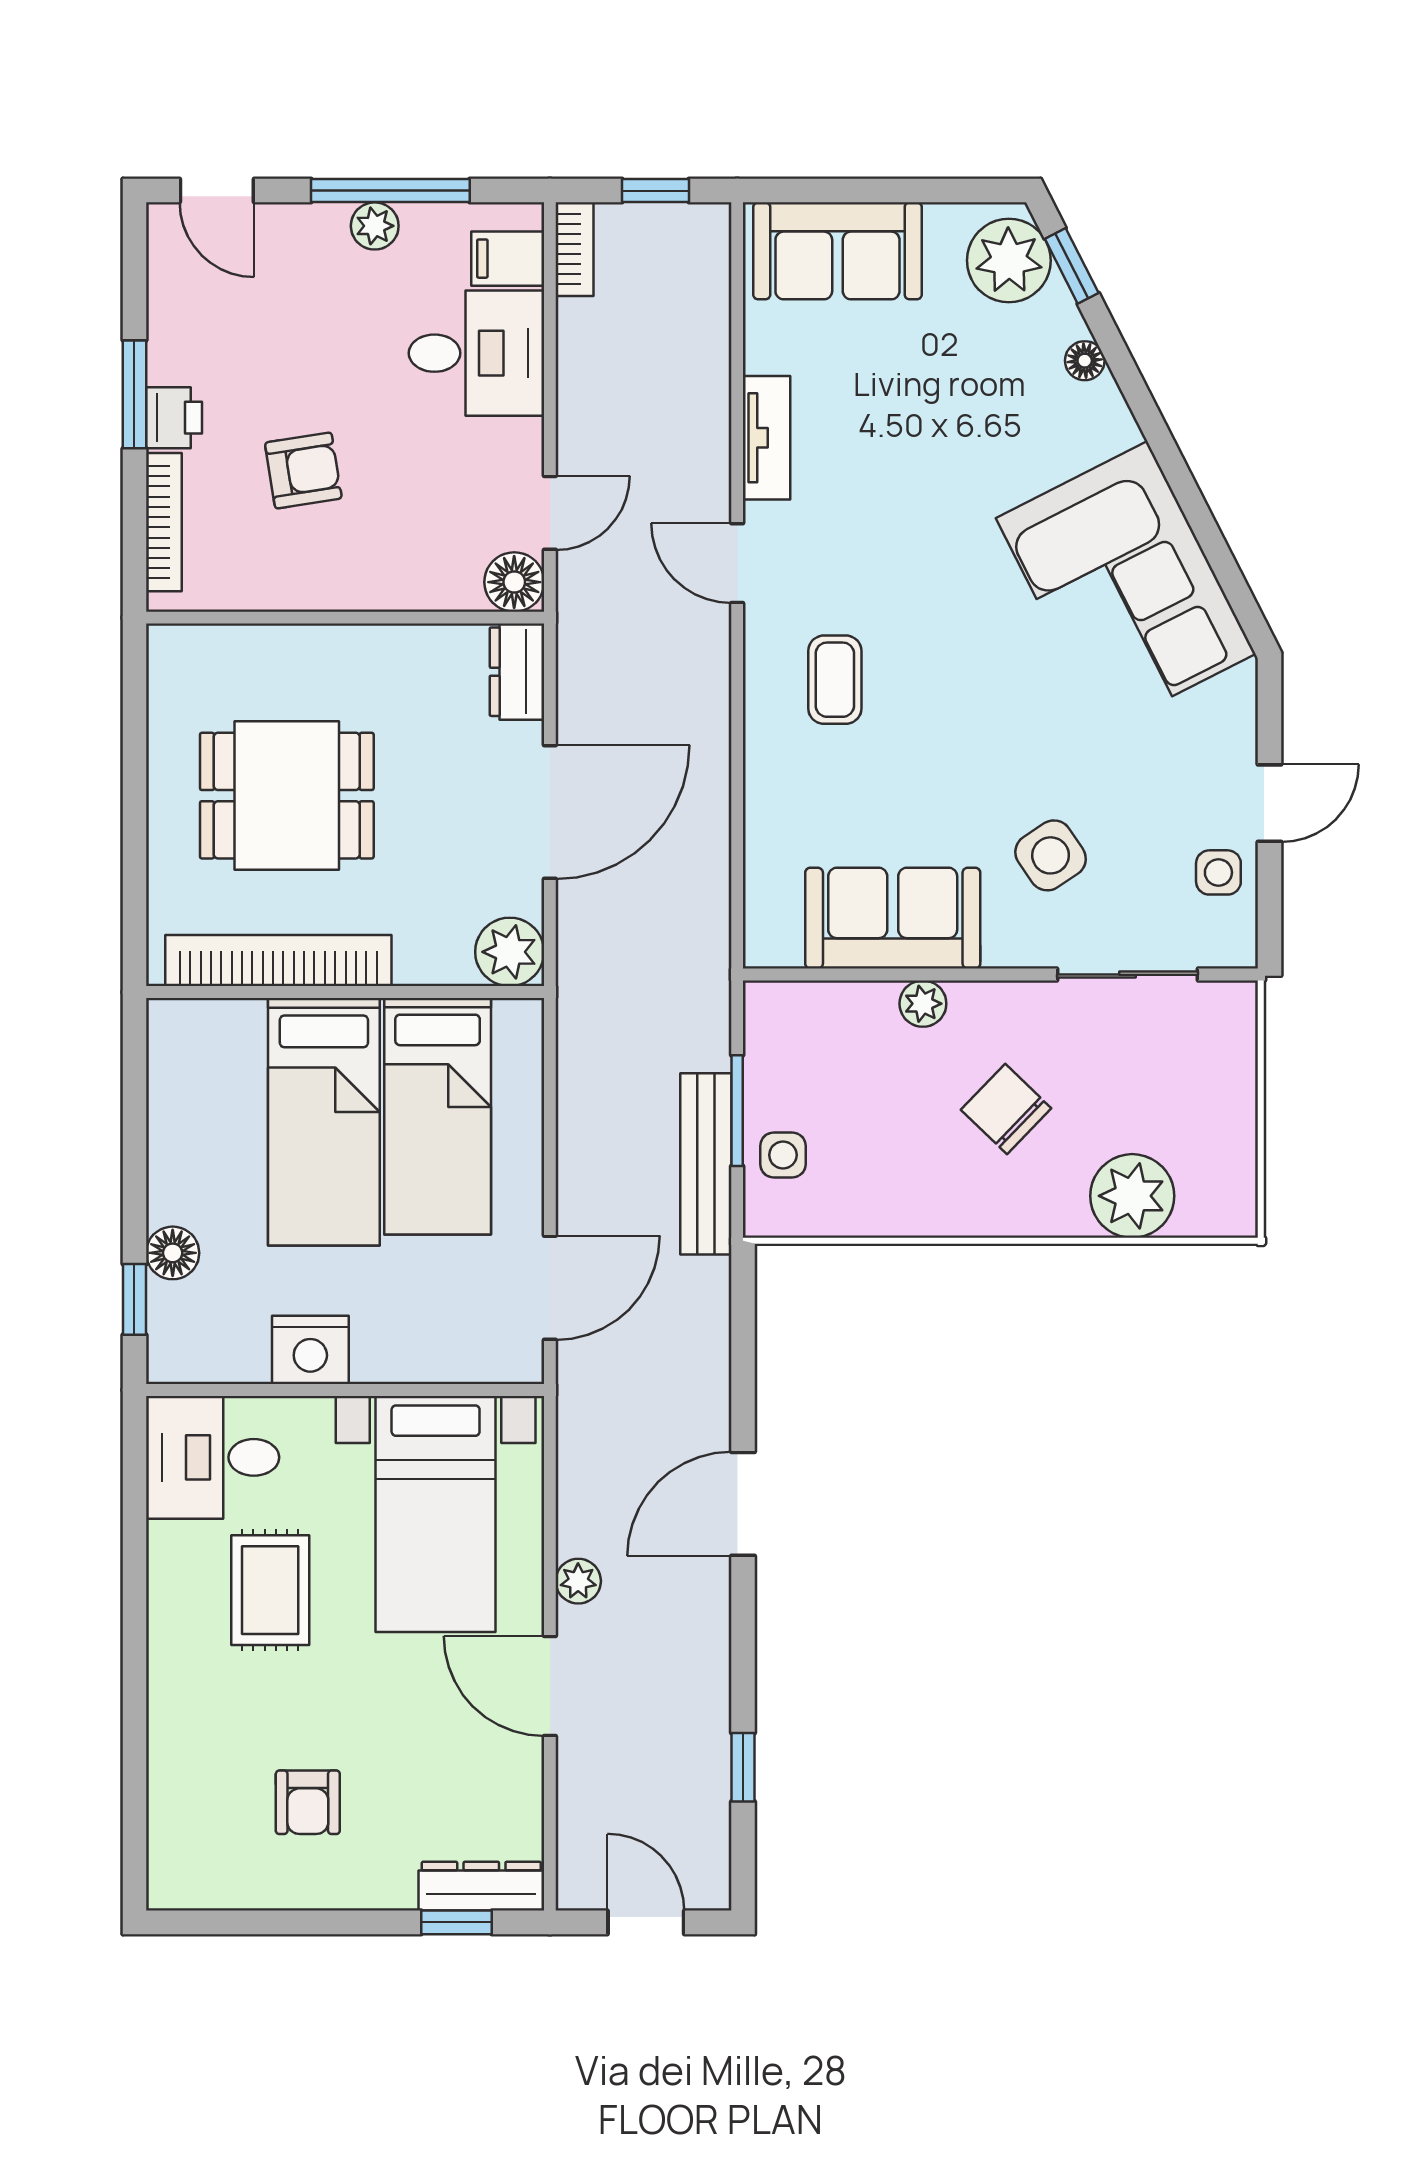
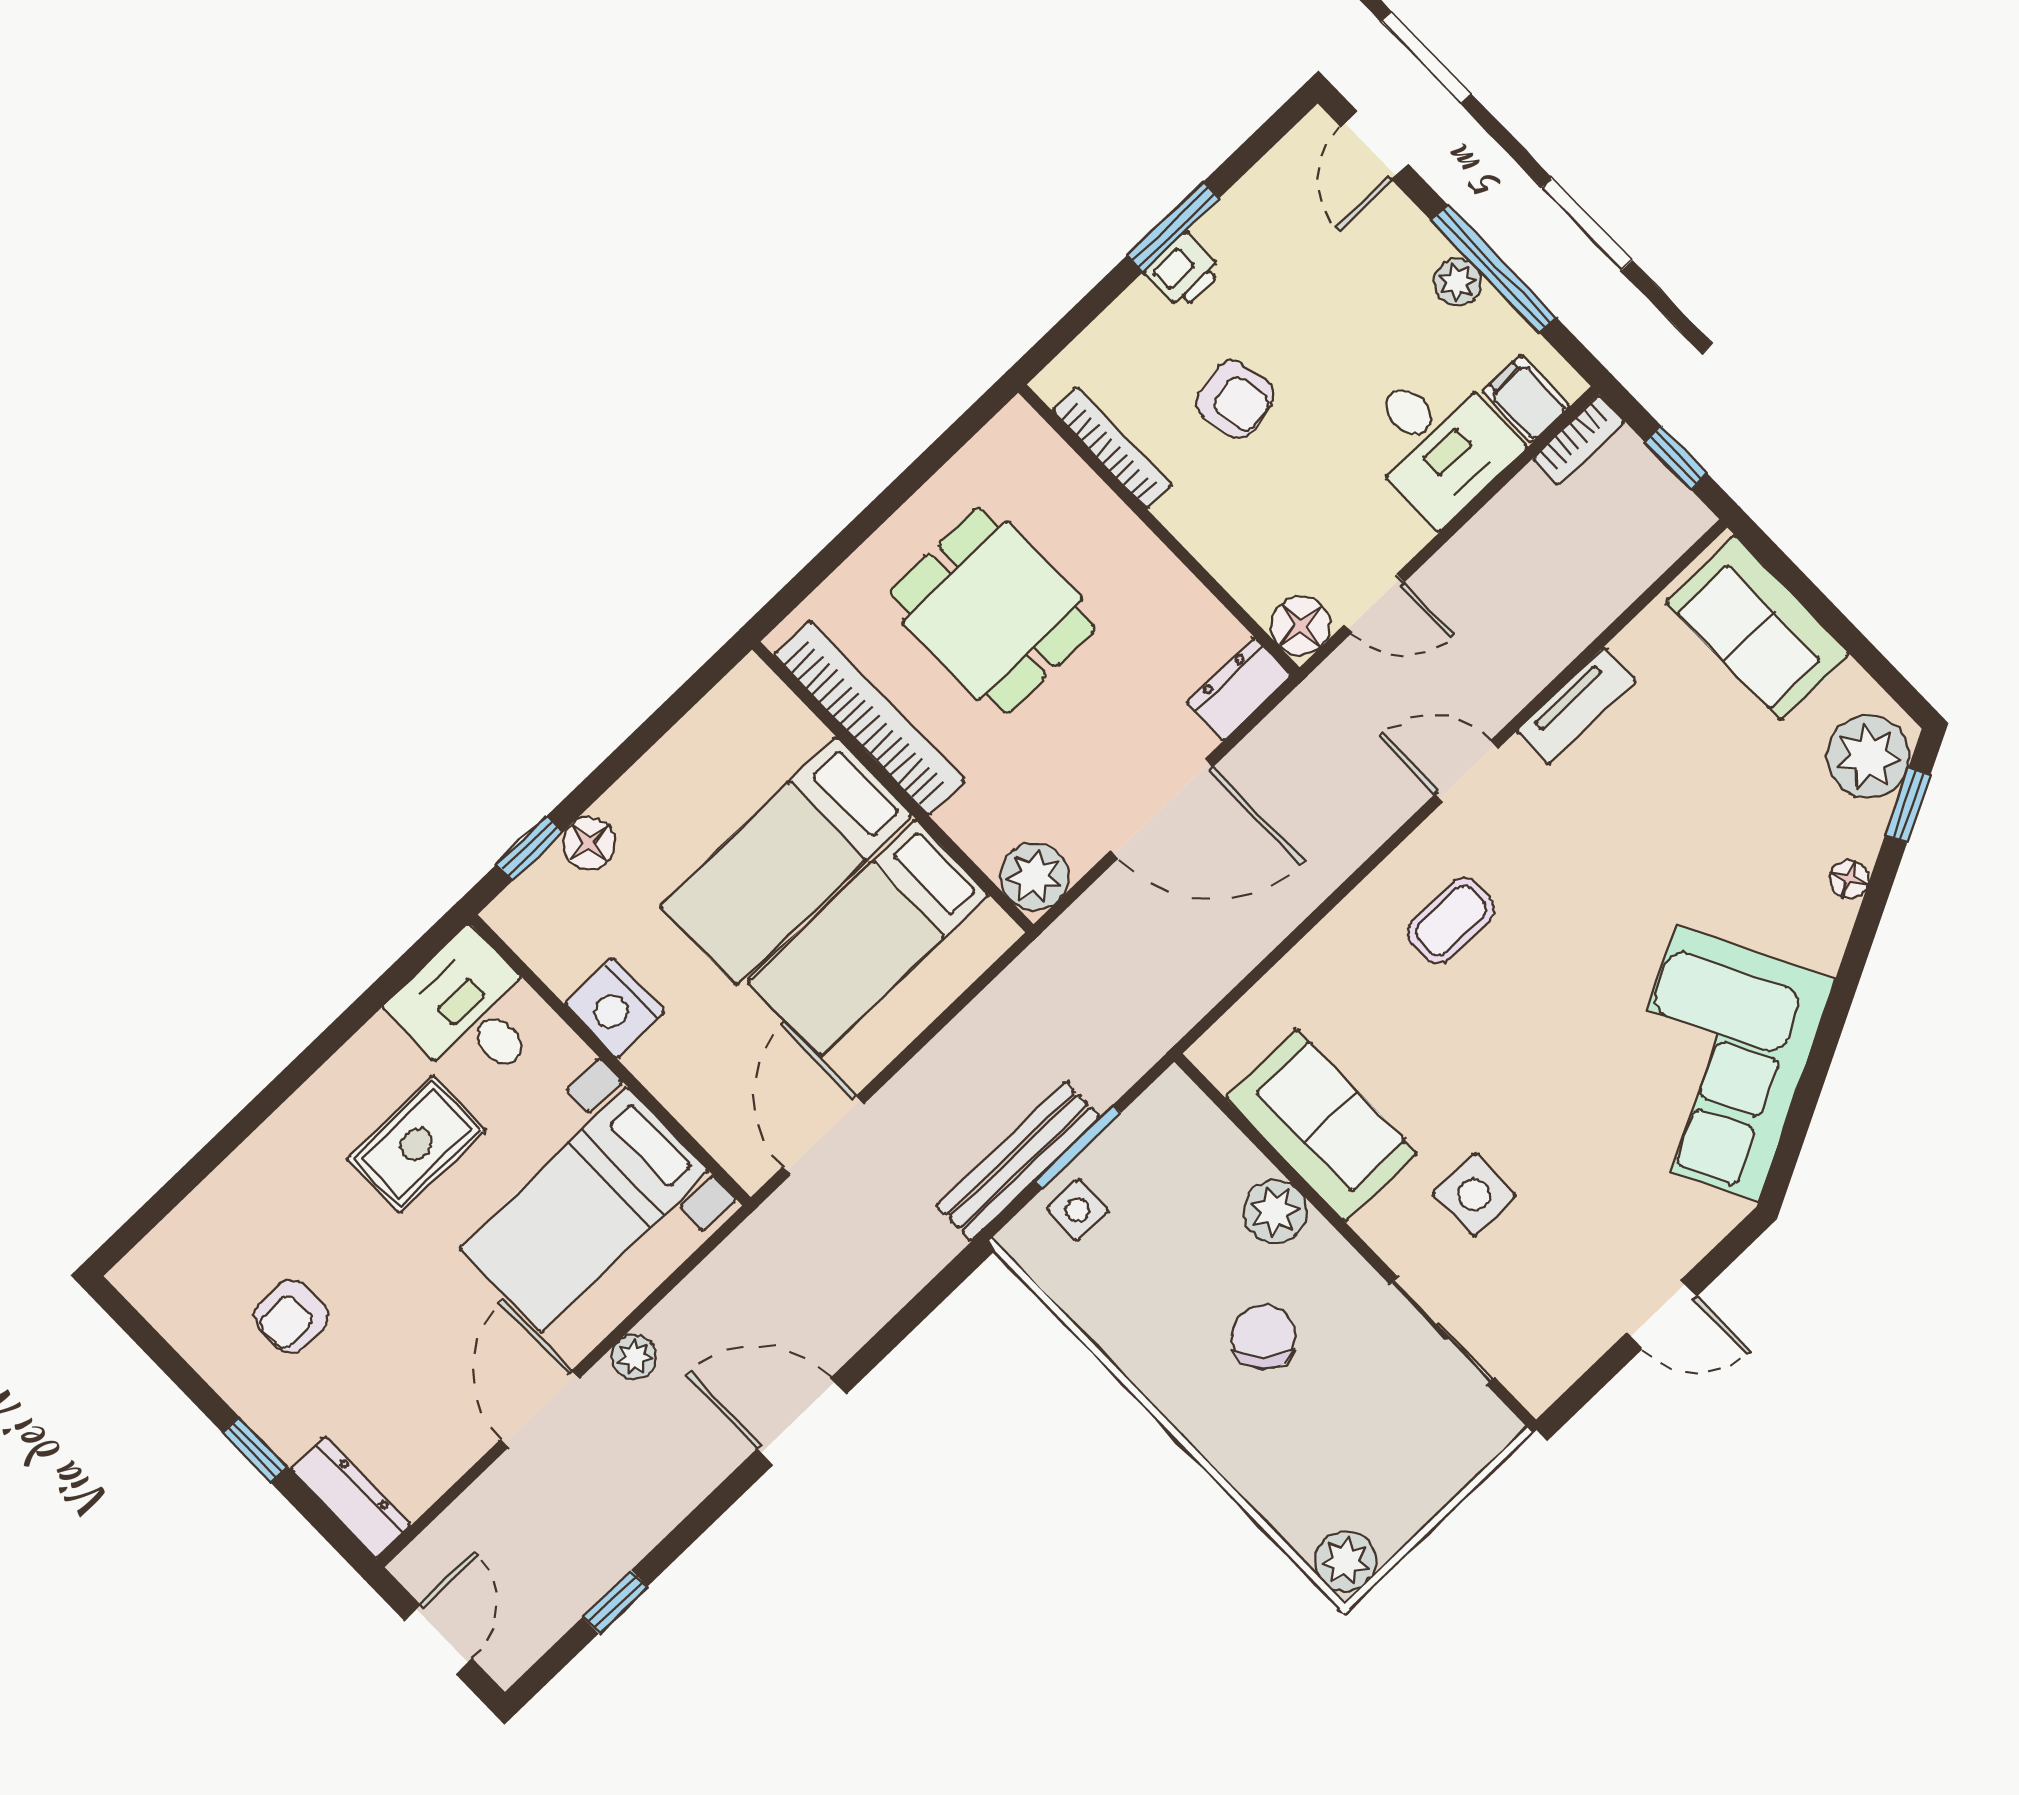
bookcase: (164, 522) -> (1112, 448), moved, turned -90
door: (737, 563) -> (1467, 771), hinge flipped
side table: (1051, 855) -> (1474, 1195), turned 34
side table: (1218, 872) -> (1577, 1326), removed
plant: (923, 1004) -> (1275, 1212), width x1.38, depth x1.38
plant: (1132, 1196) -> (1345, 1561), moved, width x0.73, depth x0.73
door: (550, 1288) -> (823, 1135), swing flipped
window: (456, 1922) -> (255, 1450), moved

